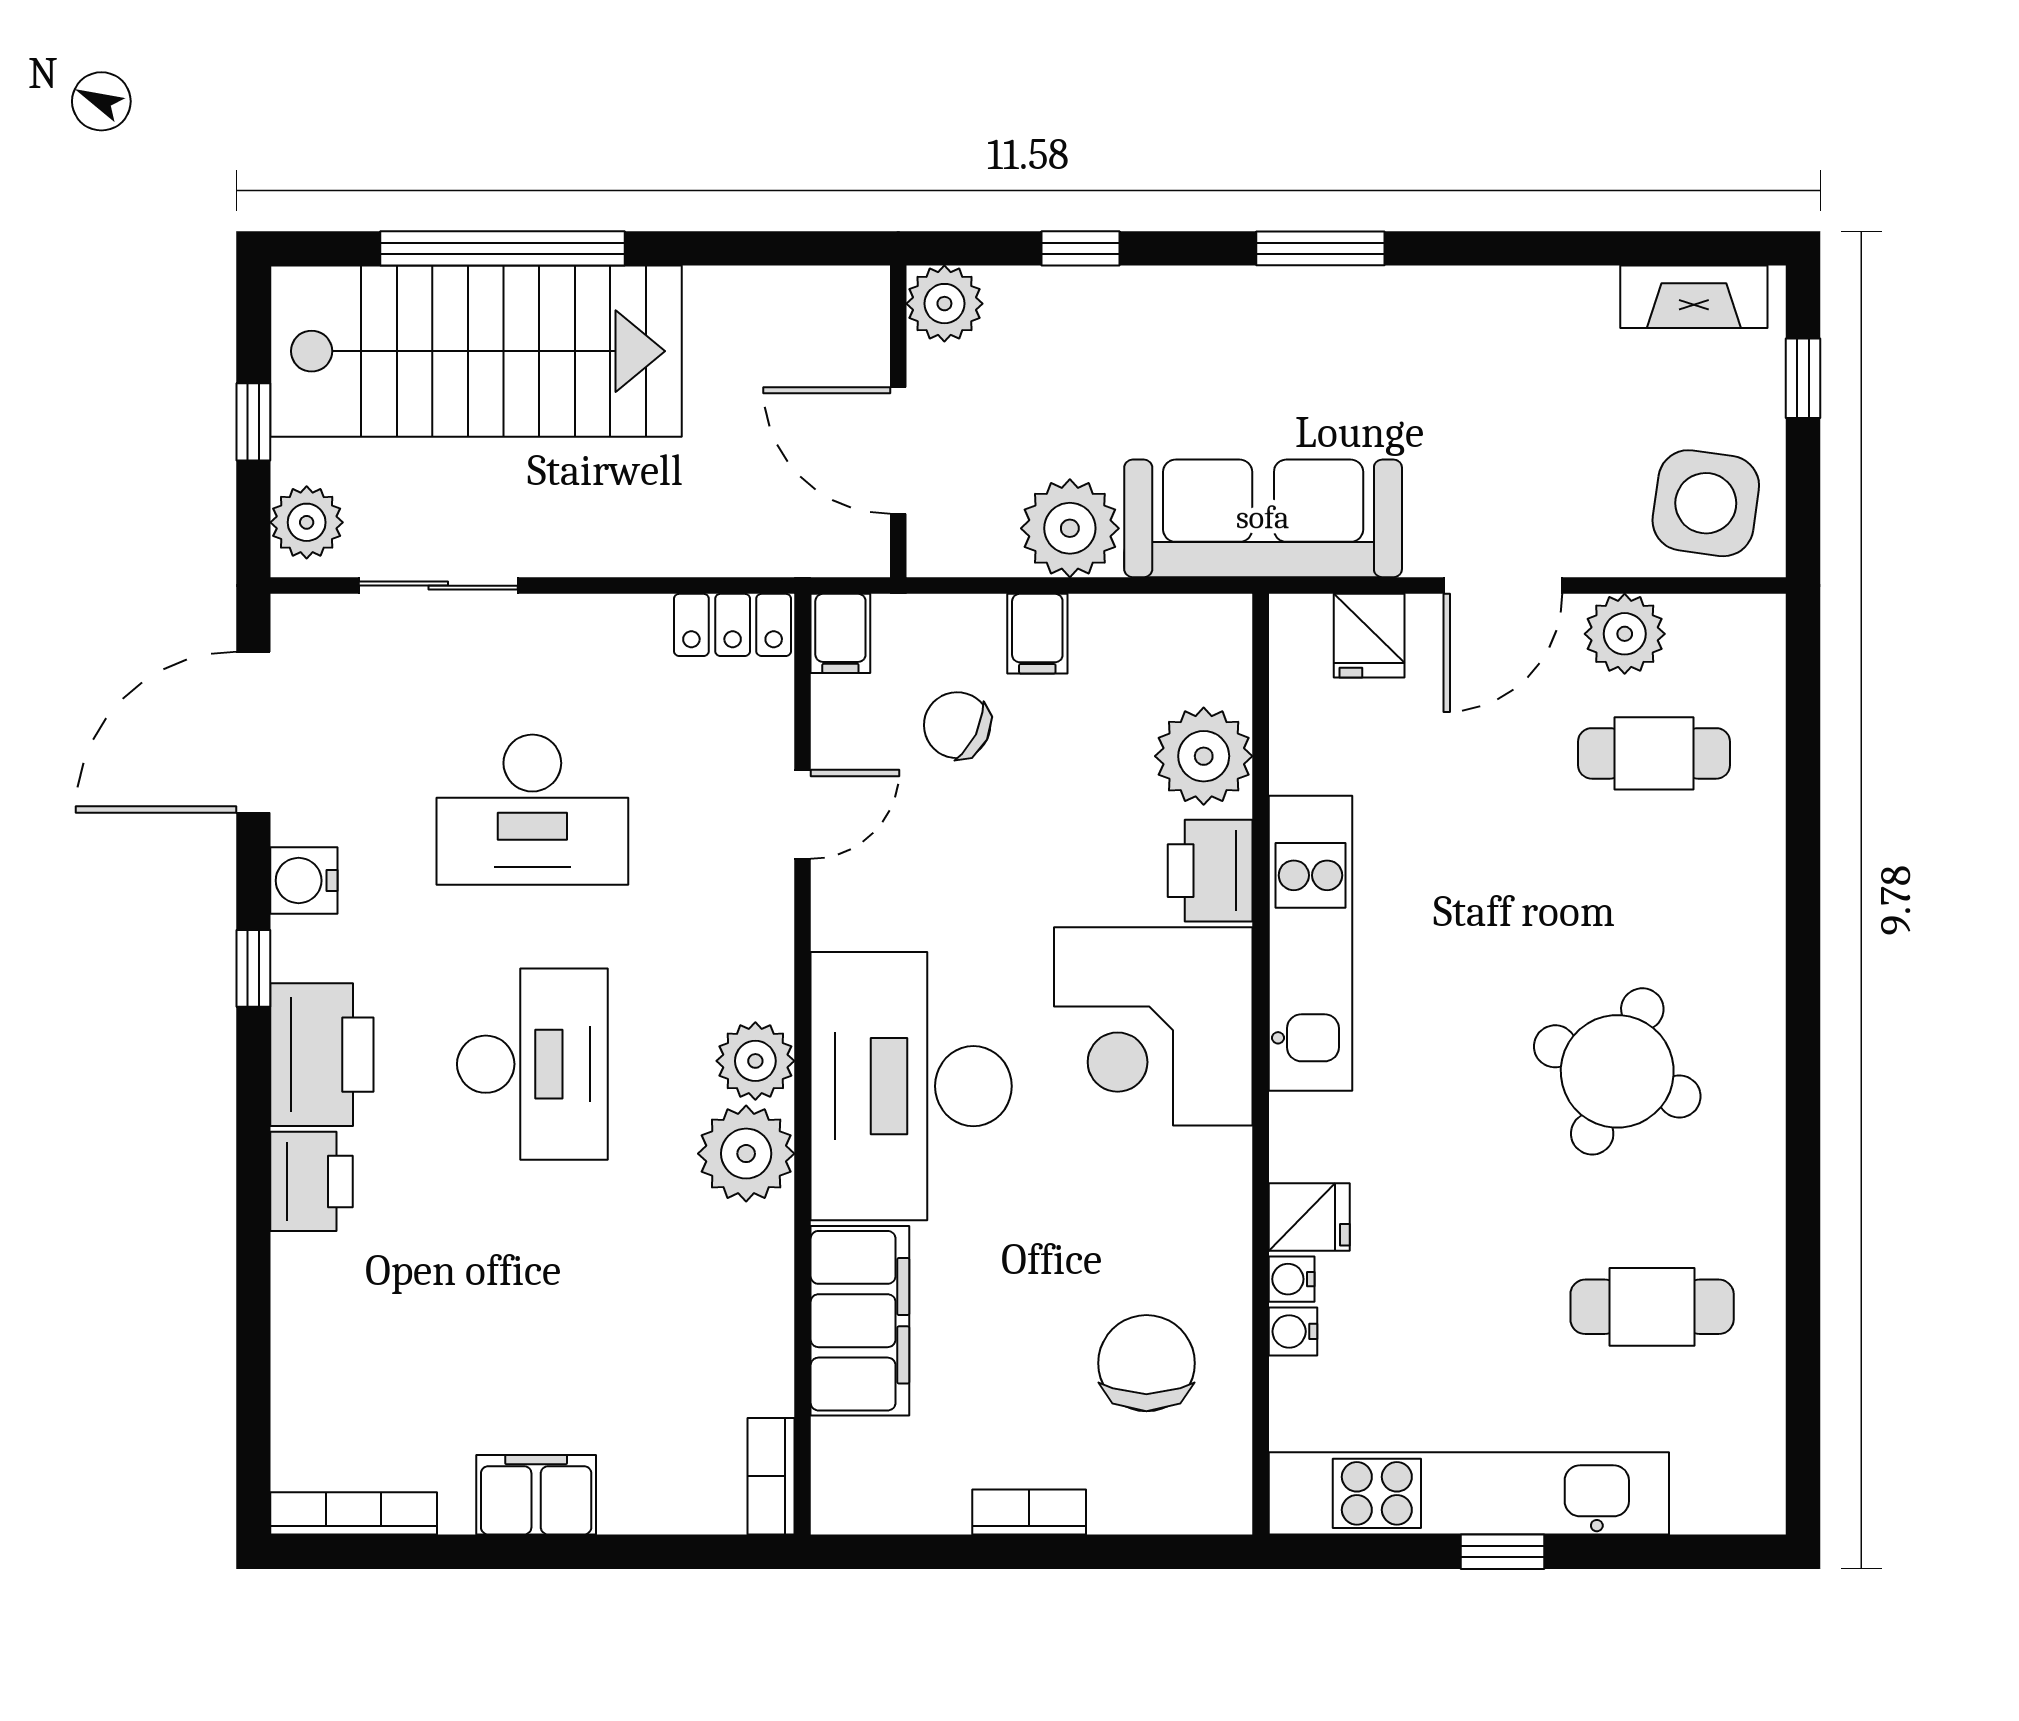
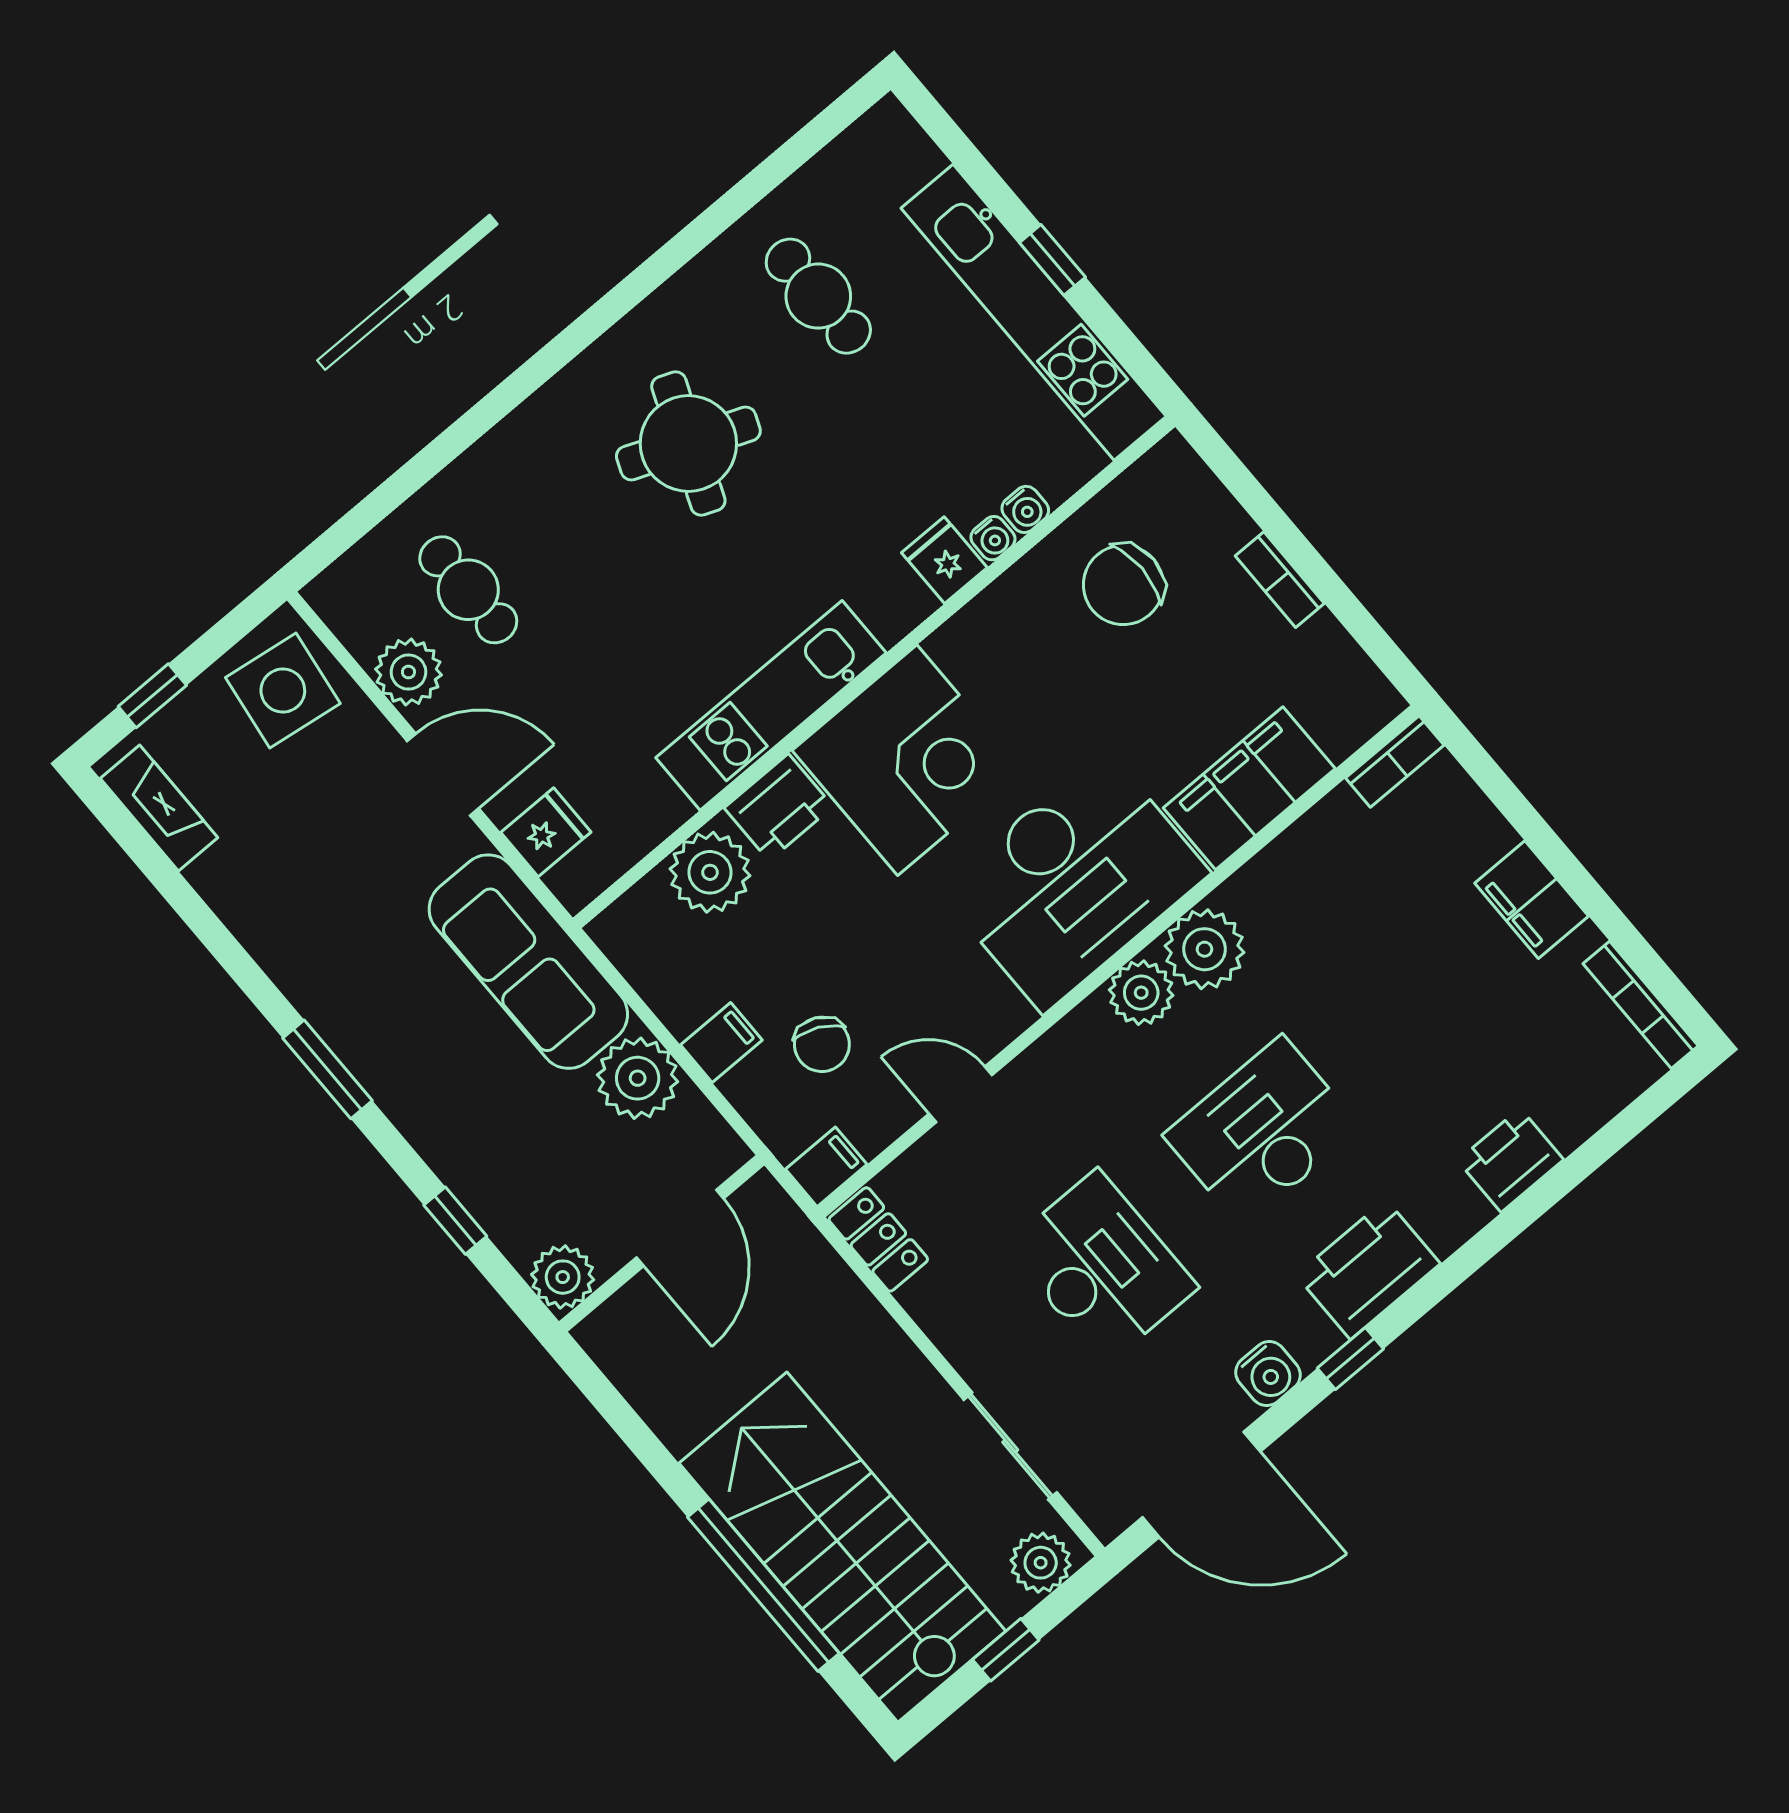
printer: (312, 1181) -> (1511, 1160), moved

